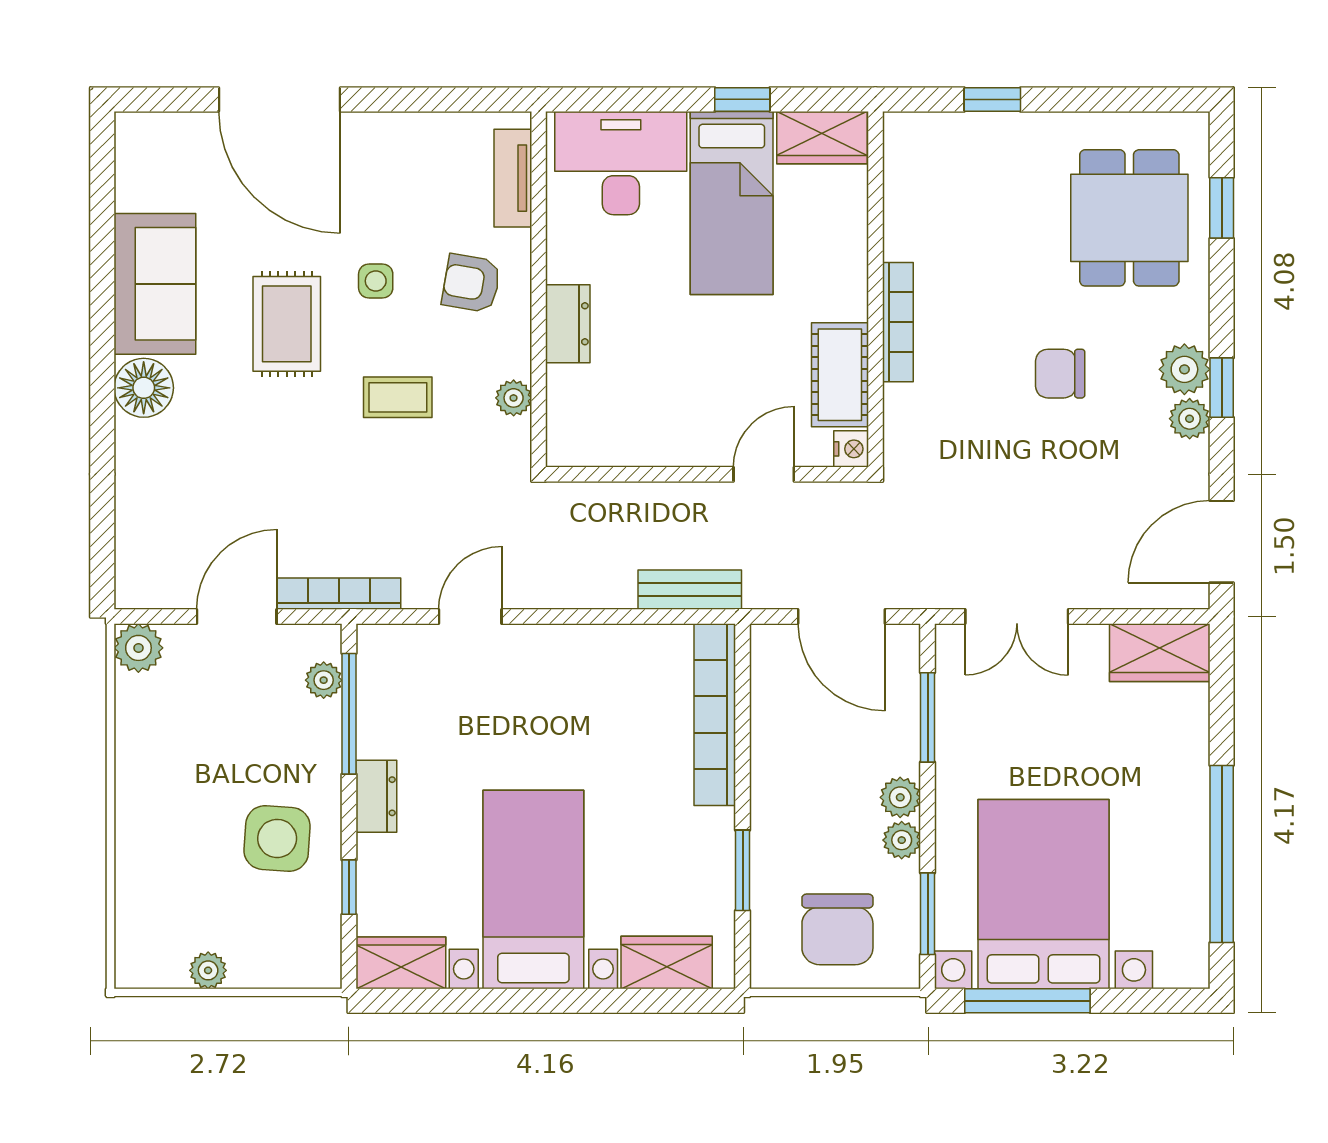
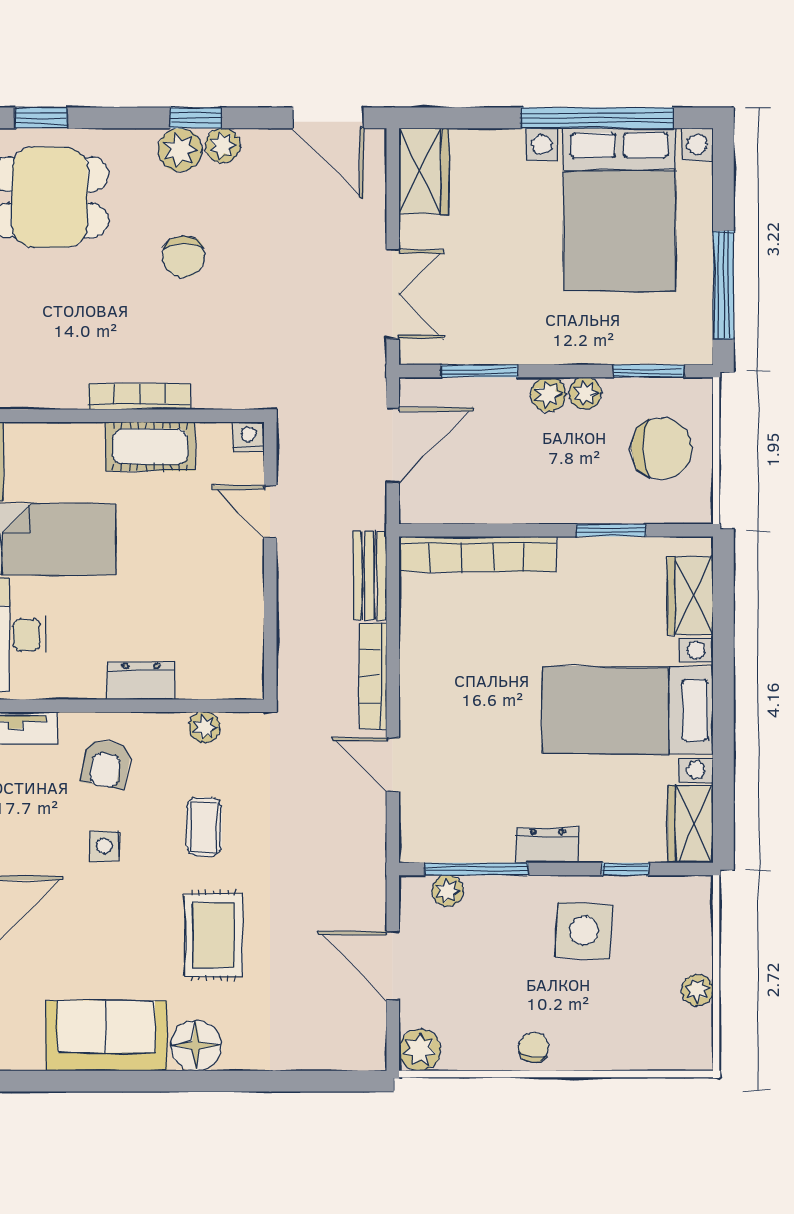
rug: (287, 324) -> (214, 935), moved, turned 90
cot: (840, 375) -> (150, 446), moved
bookcase: (339, 594) -> (373, 676), moved
chair: (141, 780) -> (534, 1047), added
bed with nightstands: (1044, 894) -> (619, 210), moved, turned -90

